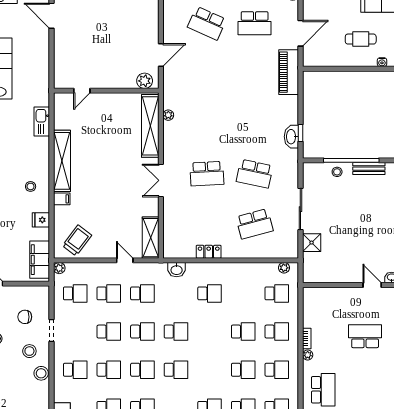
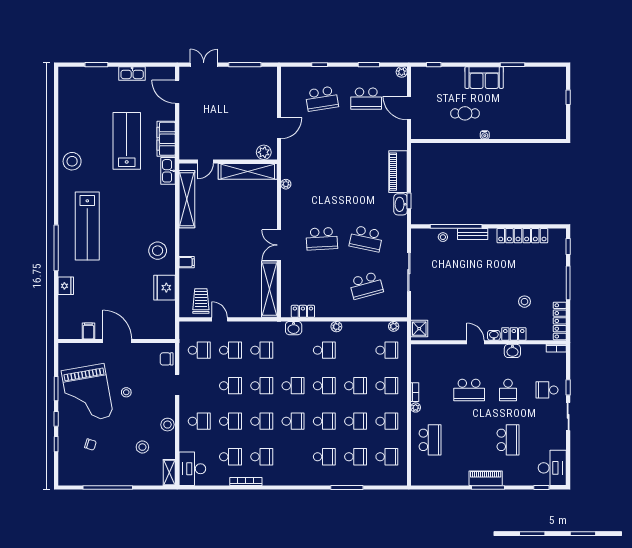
school desk: (207, 23) -> (322, 99), turned -33
door: (300, 33) -> (409, 108), swing flipped
piano: (289, 72) -> (398, 172), moved
kitchen sink: (42, 122) -> (168, 171), moved
shelving: (150, 126) -> (248, 171), moved, turned 90
shelving: (62, 161) -> (187, 199), moved
stool: (31, 186) -> (158, 251), width x1.89, depth x1.89
fridge: (41, 220) -> (165, 288), width x1.88, depth x1.34
shelving: (151, 238) -> (269, 289), width x1.47
trolley: (77, 240) -> (201, 301), turned -37
shower: (312, 243) -> (419, 329), moved
locker: (209, 252) -> (303, 311), moved
filing cabinet: (40, 260) -> (166, 139), moved
door: (125, 260) -> (220, 319), moved
plant: (59, 268) -> (336, 327), moved
chair: (25, 317) -> (167, 359), moved
school desk: (210, 332) -> (324, 386), added
school desk: (365, 336) -> (469, 390), turned 180
stool: (29, 351) -> (142, 447), moved
school desk: (210, 370) -> (324, 421), added

